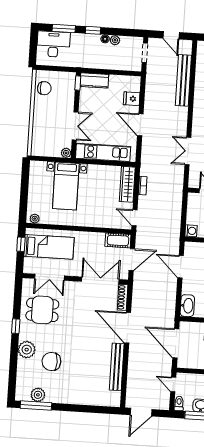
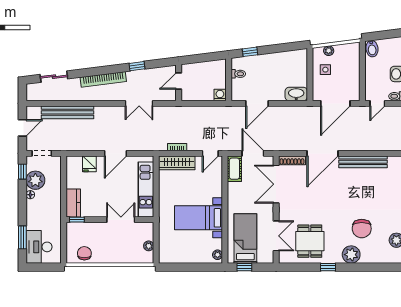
window: (93, 30) -> (22, 172), moved
plant: (115, 40) -> (35, 180), width x1.88, depth x1.88
plant: (66, 153) -> (149, 246), moved
bed with nightstands: (66, 186) -> (199, 218), moved, turned 180

